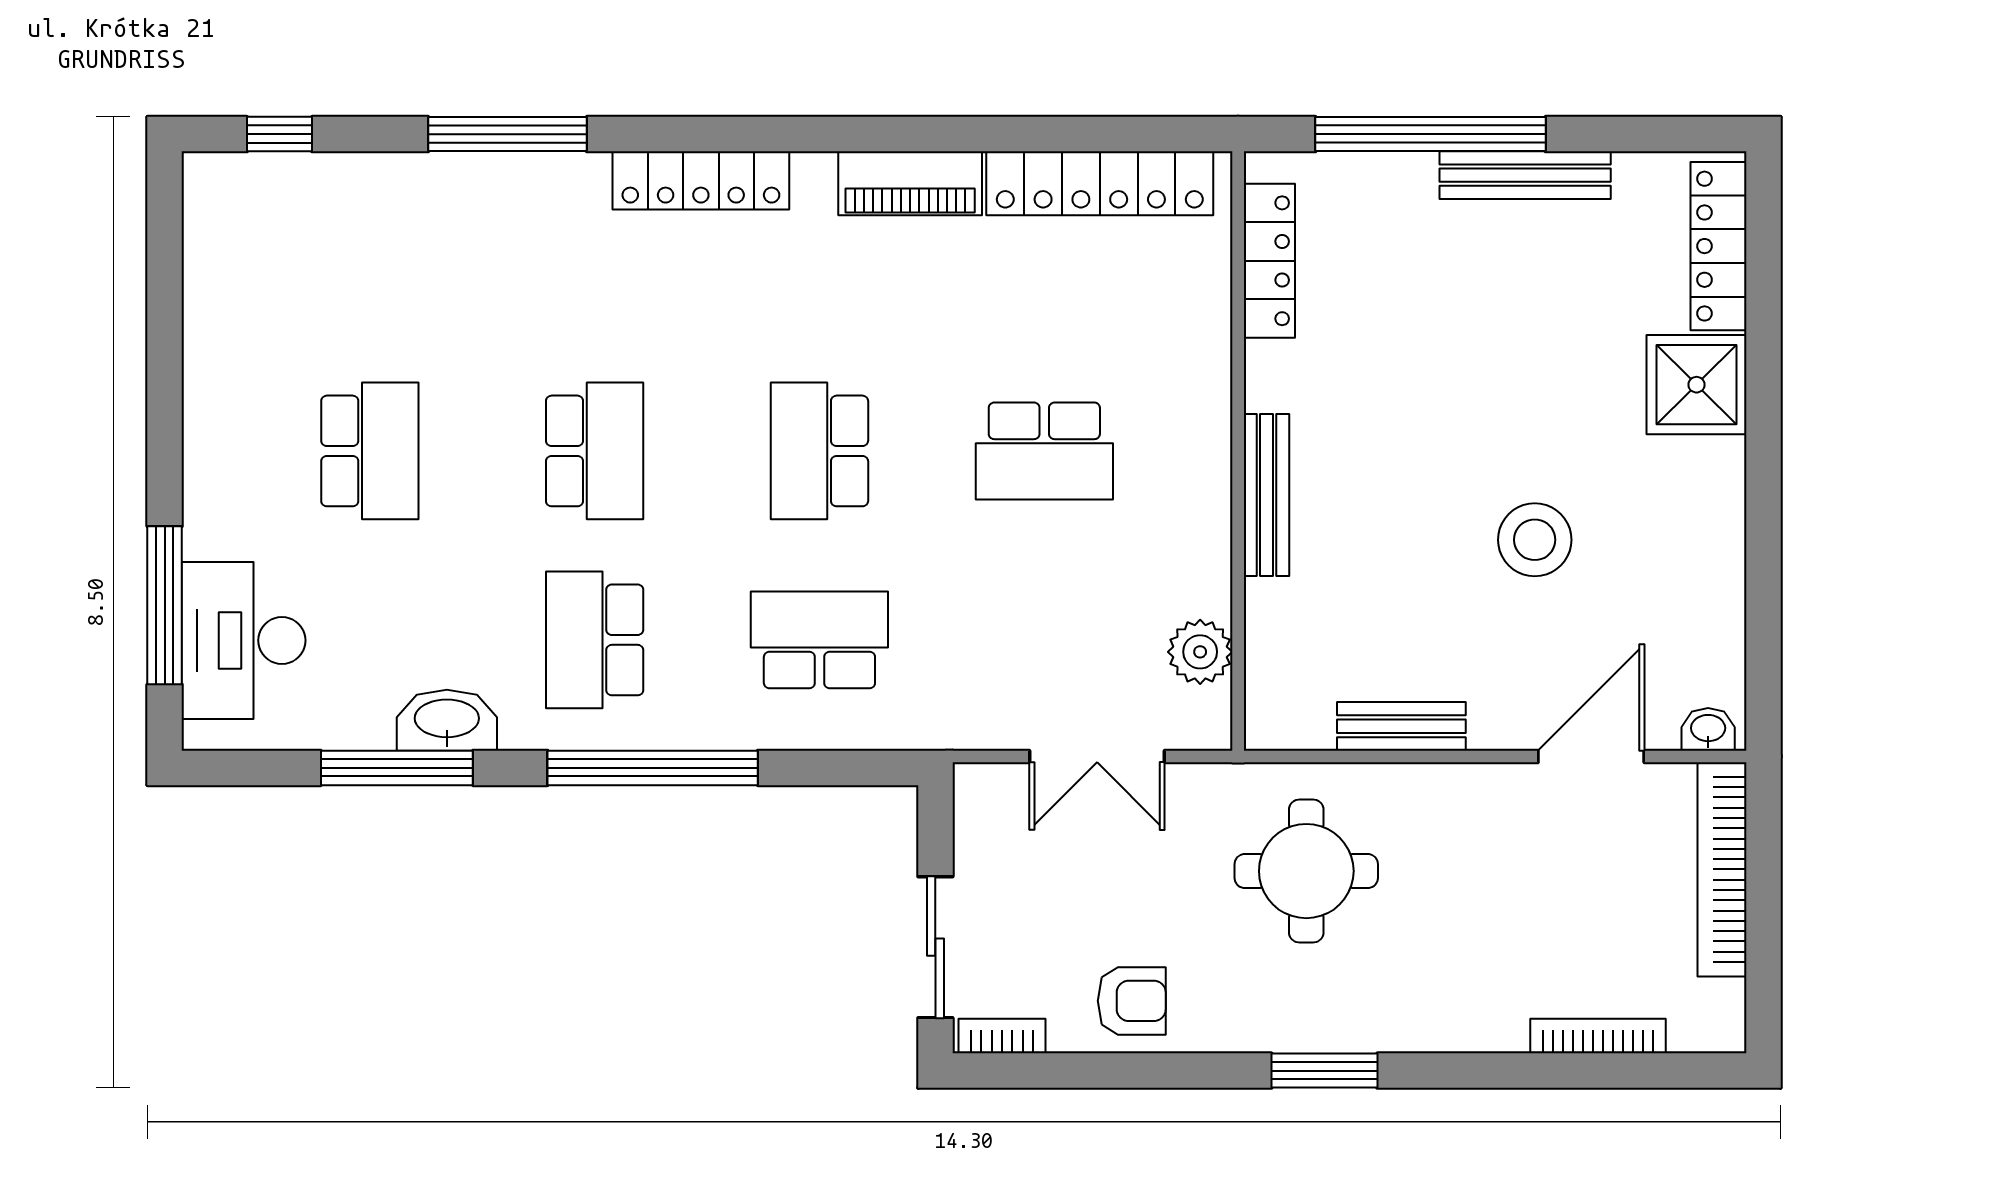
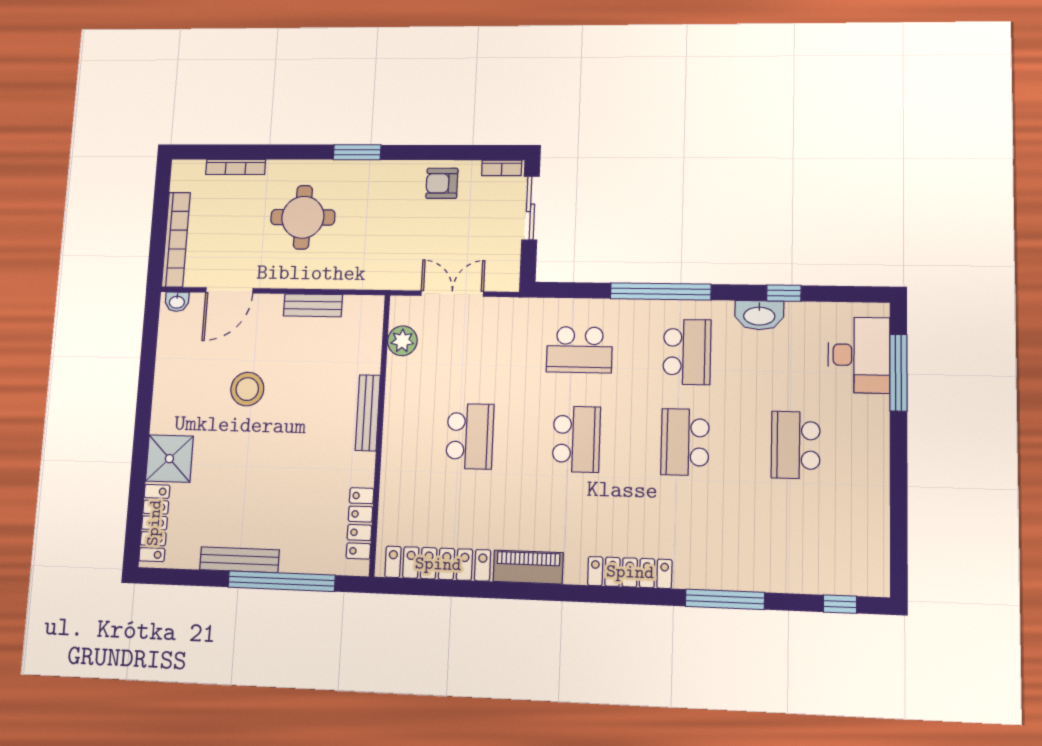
school desk: (1044, 451) -> (470, 436), turned 90
window: (397, 768) -> (784, 293), width x0.46
round table: (1306, 871) -> (303, 217), moved

